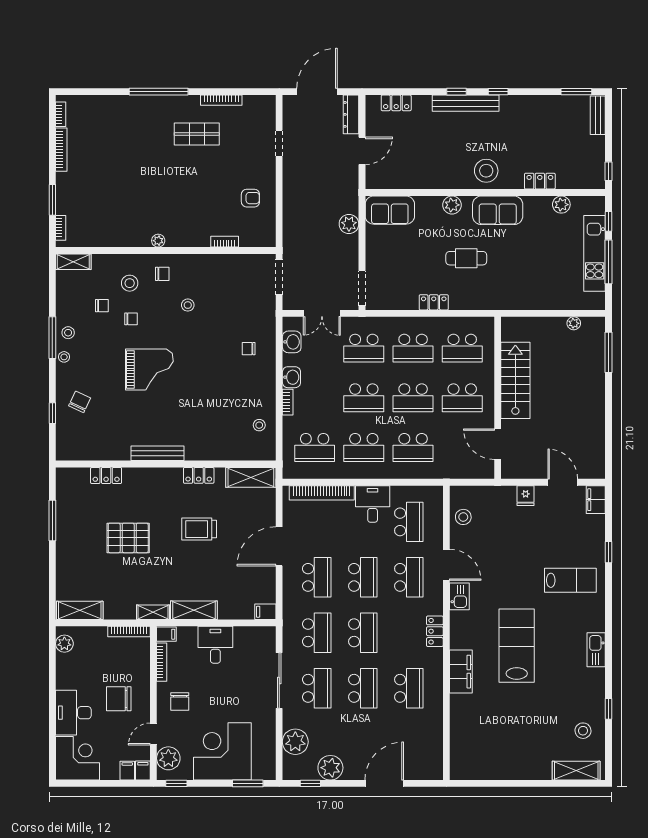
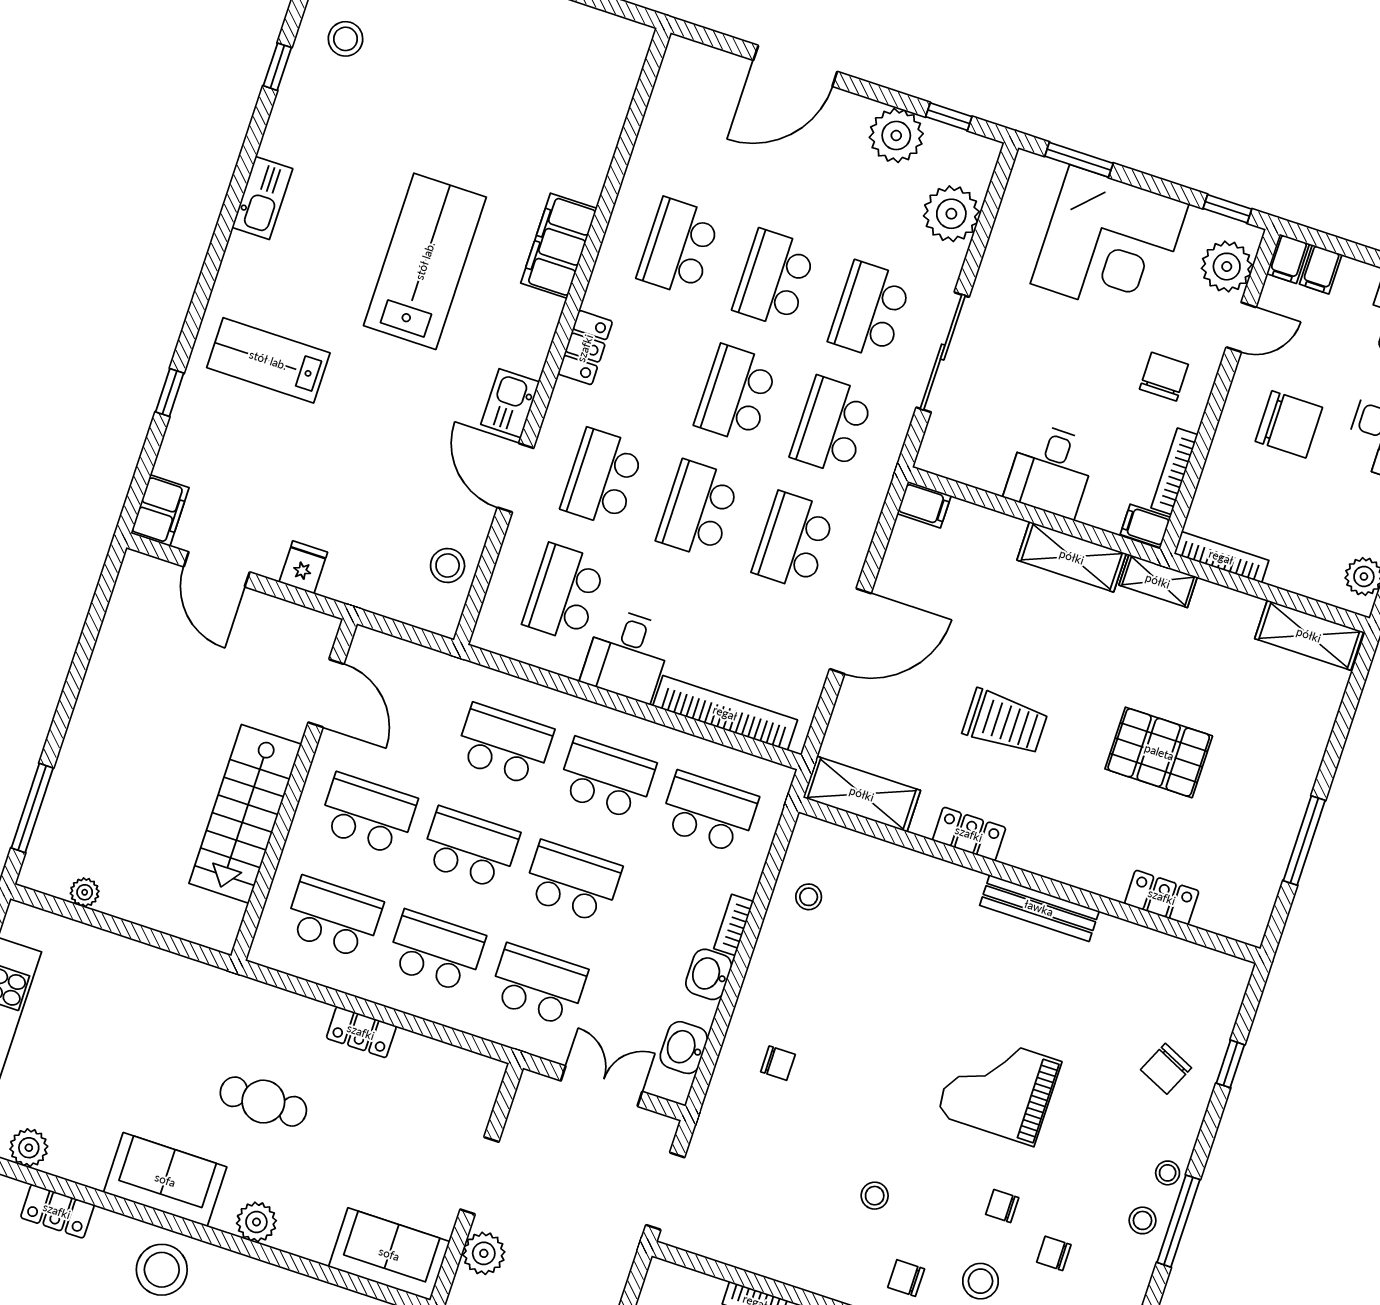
doorway: (362, 288) -> (479, 1176), moved
lab bench: (517, 646) -> (425, 261), turned 180

